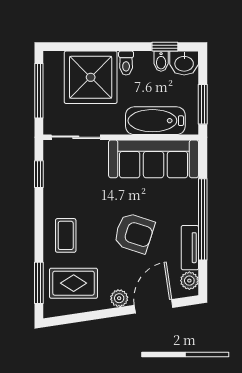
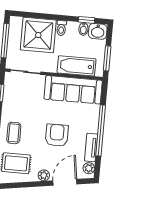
armchair: (134, 233) -> (57, 135), turned -108

